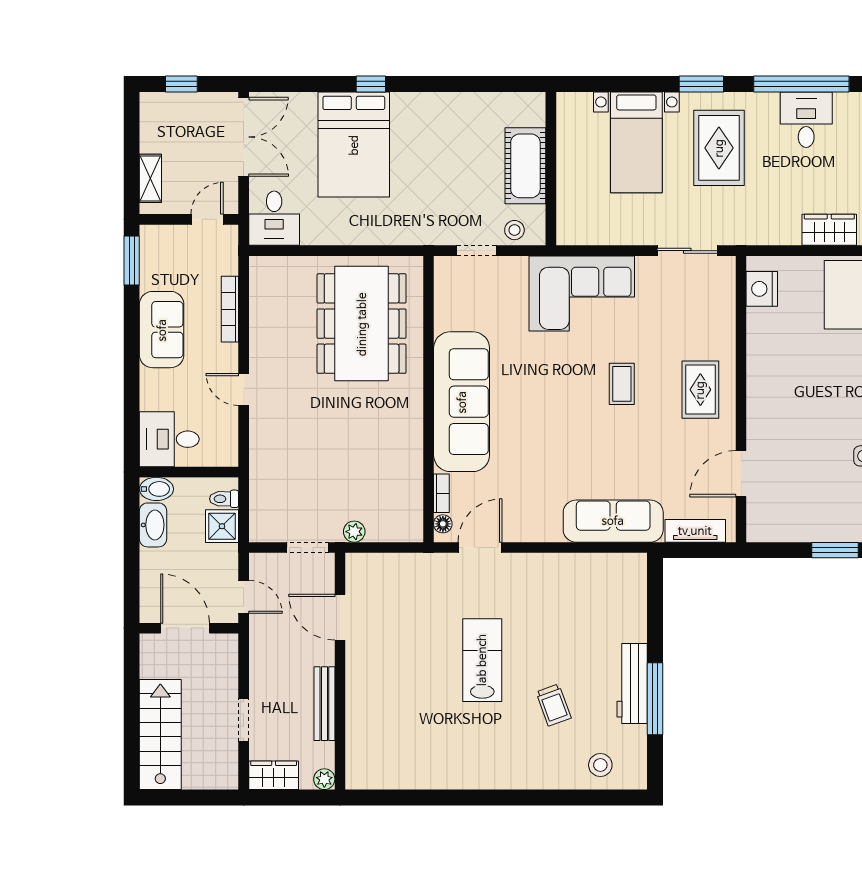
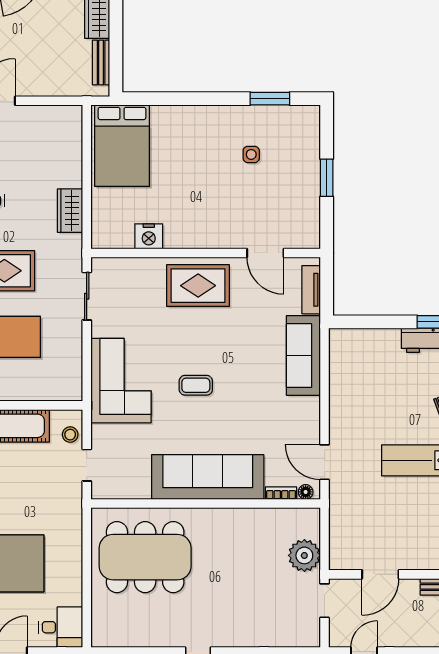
wardrobe: (829, 230) -> (70, 211), moved
nightstand: (762, 289) -> (149, 236), moved
coffee table: (622, 384) -> (196, 385), moved
rug: (700, 390) -> (198, 286), width x1.36, depth x1.43
plant: (354, 532) -> (304, 555), width x1.88, depth x1.88

